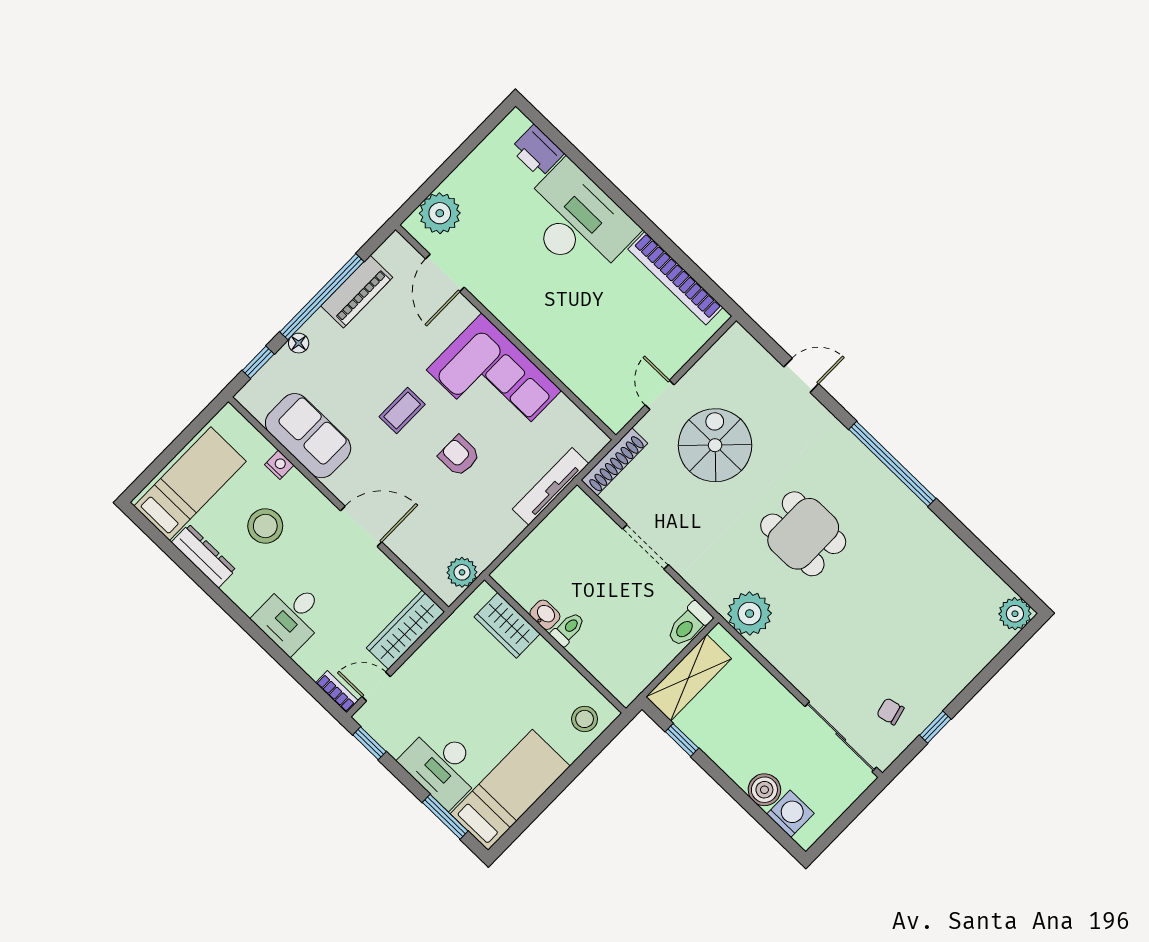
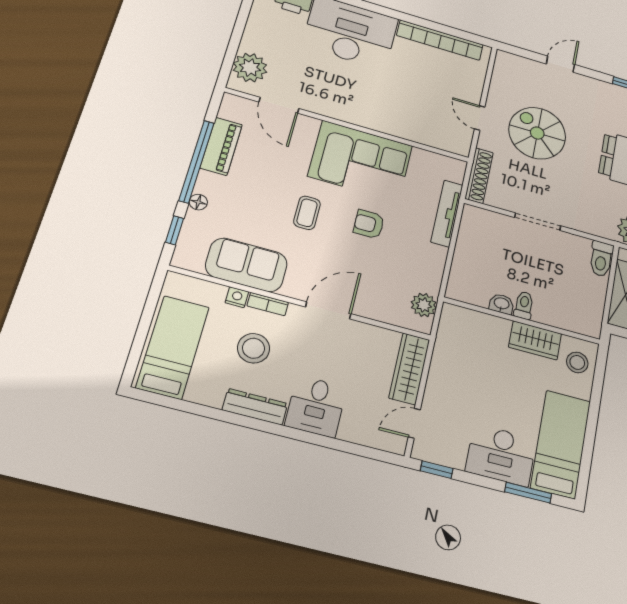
dresser: (204, 556) -> (255, 407), moved
wardrobe: (507, 625) -> (535, 340), moved
bookcase: (337, 692) -> (268, 304), moved, turned 180

